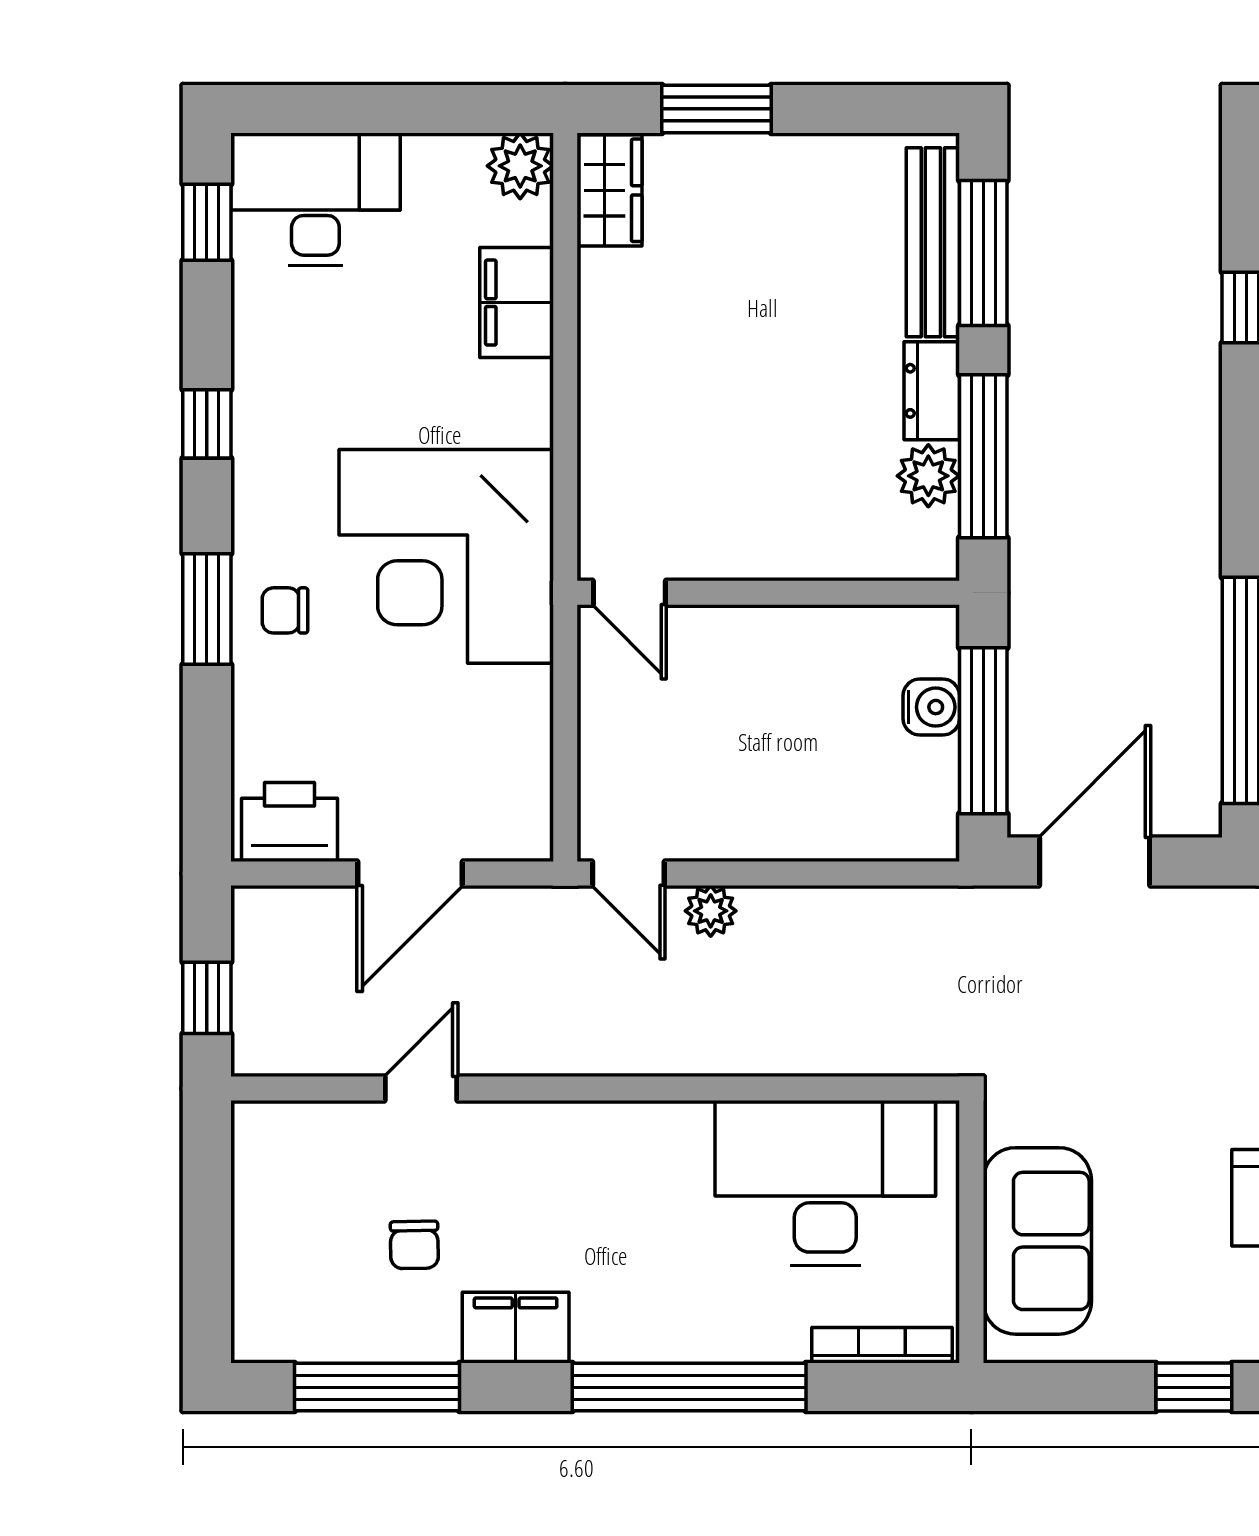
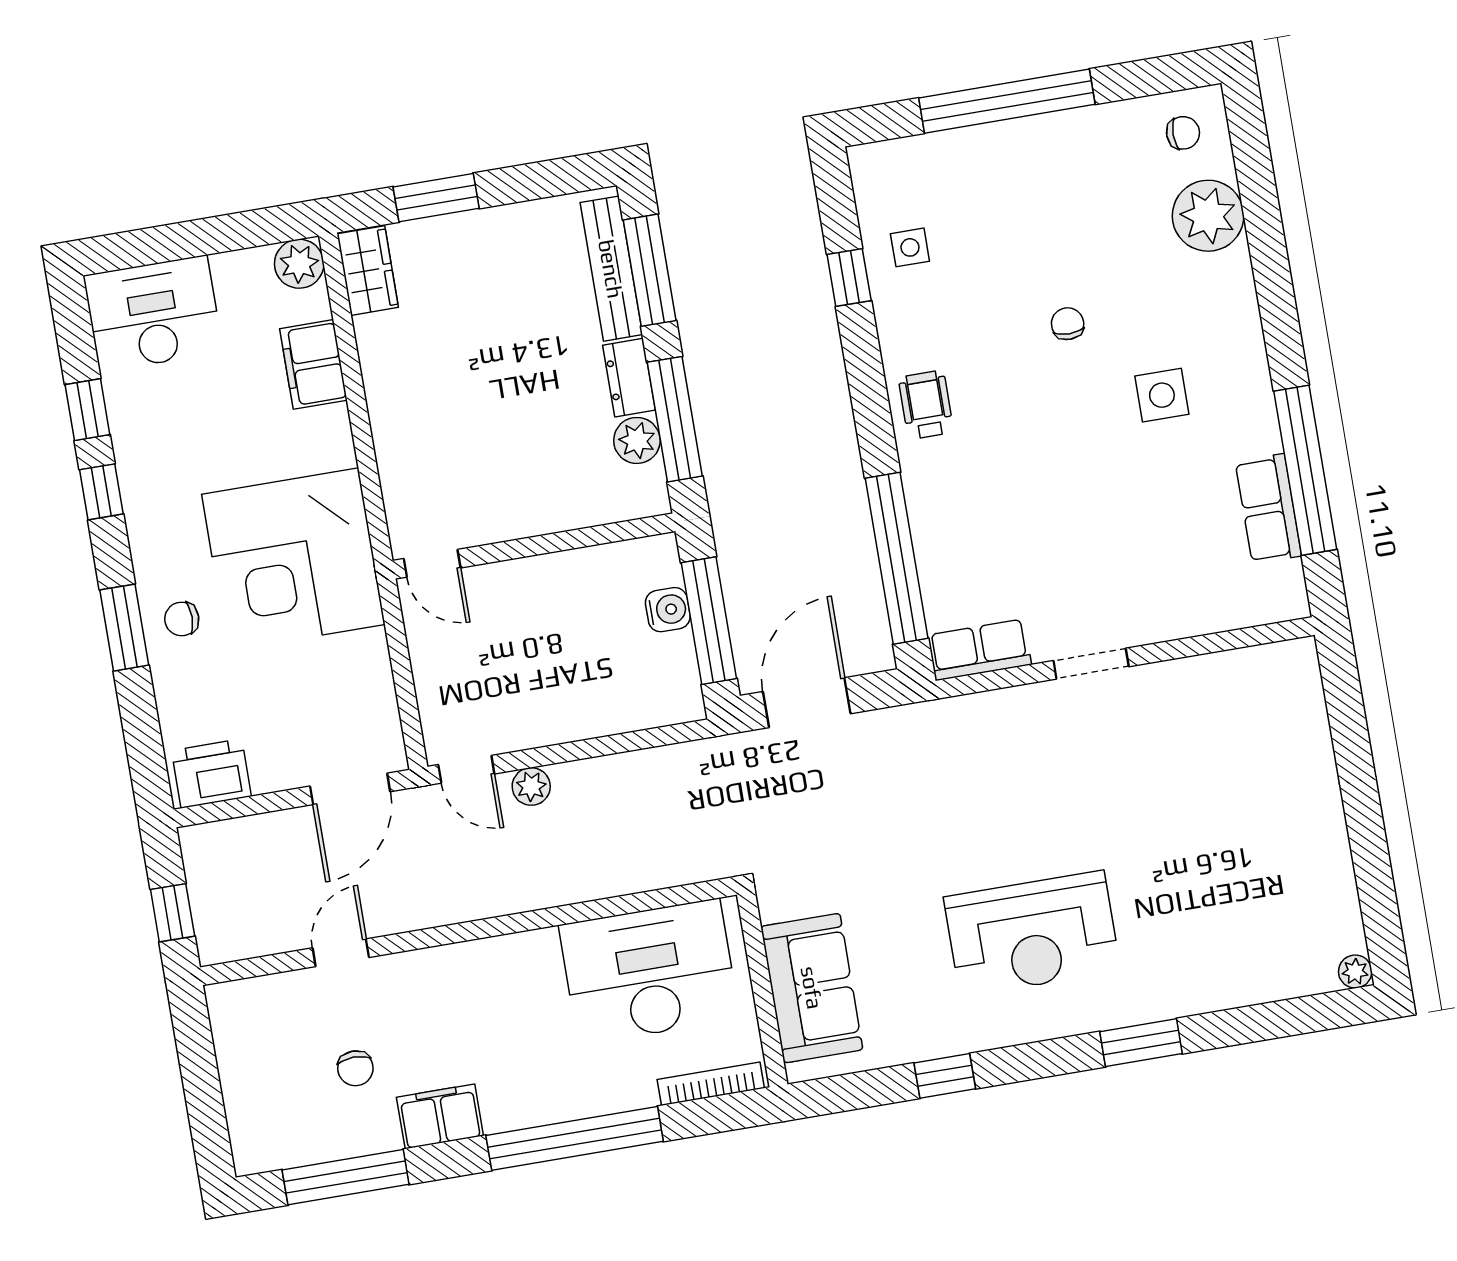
window: (207, 222) -> (87, 410), moved
door: (410, 873) -> (350, 789), moved

